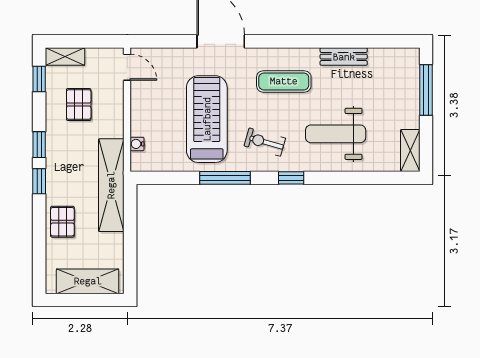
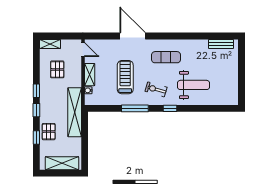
bench: (344, 57) -> (221, 44), moved
window: (39, 79) -> (36, 137), moved
window: (426, 90) -> (241, 62), removed
treadmill: (207, 119) -> (125, 77), width x0.73, depth x0.73
weight bench: (336, 134) -> (194, 85), turned 180
shelving: (410, 151) -> (90, 75), moved

